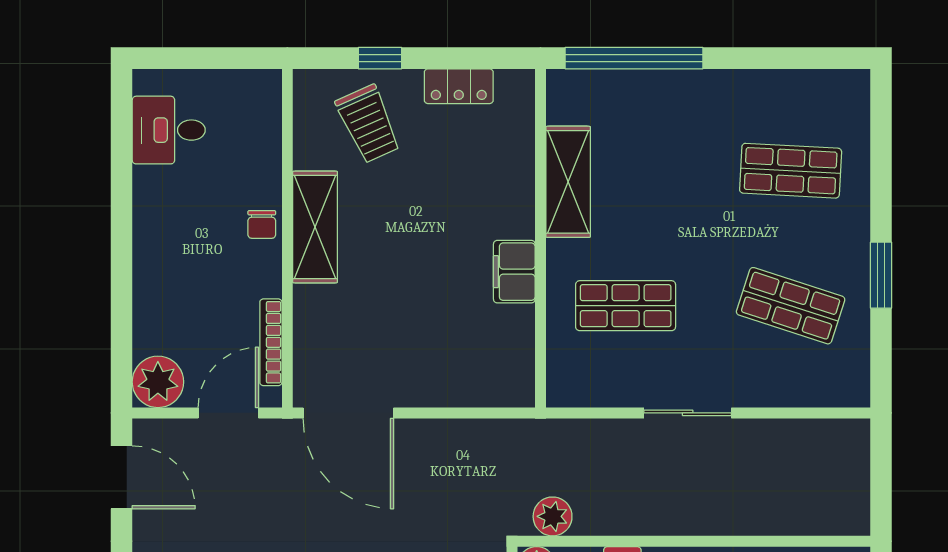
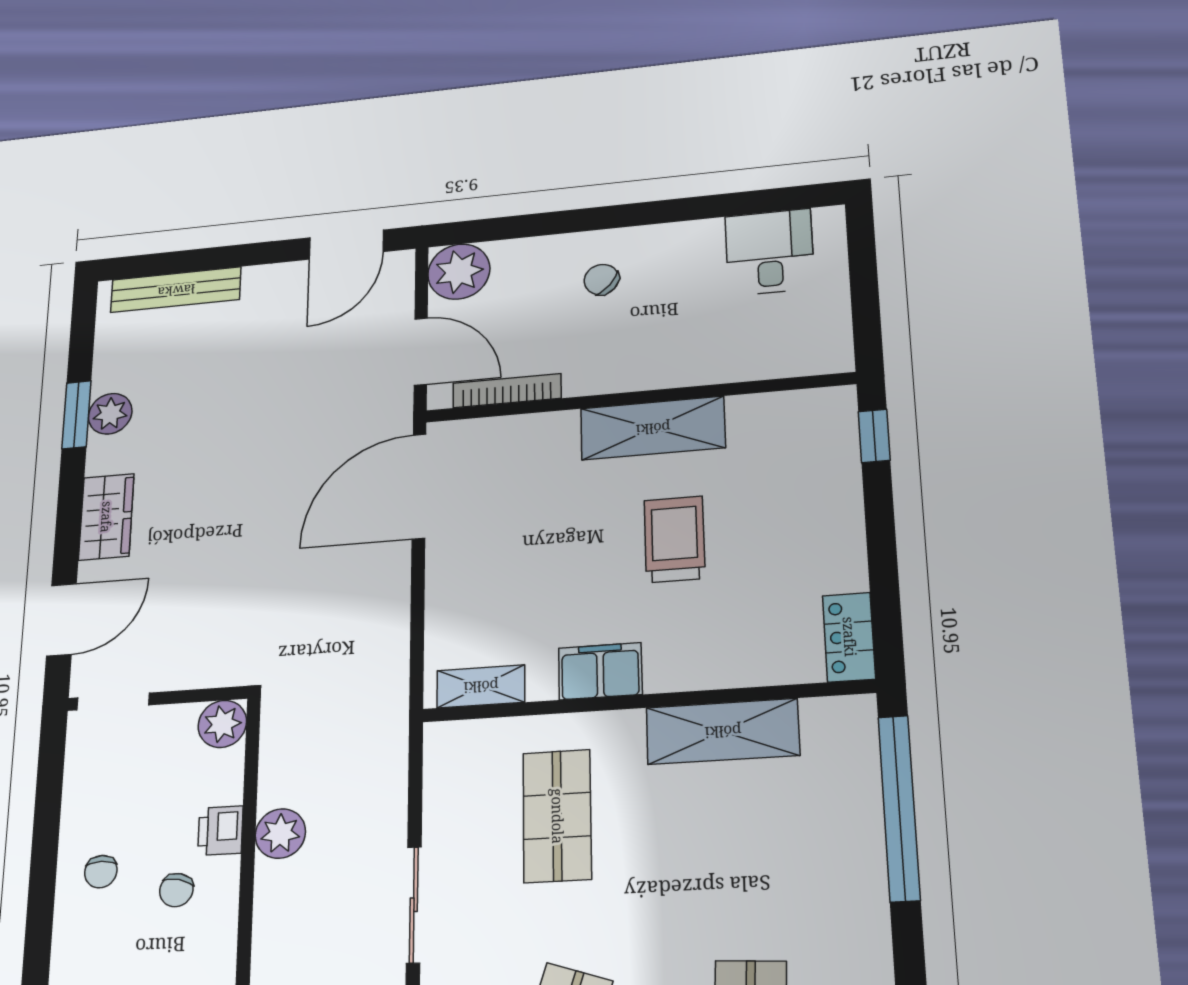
window: (380, 58) -> (874, 436), moved
locker: (459, 86) -> (849, 637), moved
trolley: (368, 124) -> (675, 539), moved, turned 114
chair: (262, 224) -> (601, 280), moved, turned 42
shelving: (520, 363) -> (481, 686), added
plant: (553, 516) -> (280, 834), moved

